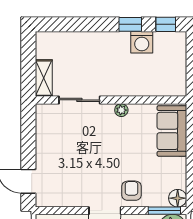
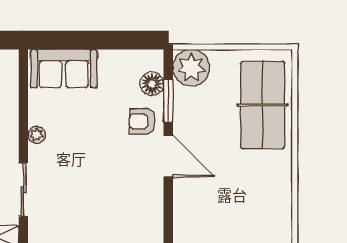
floor lamp: (178, 198) -> (152, 84), moved
window: (164, 211) -> (168, 101), moved

